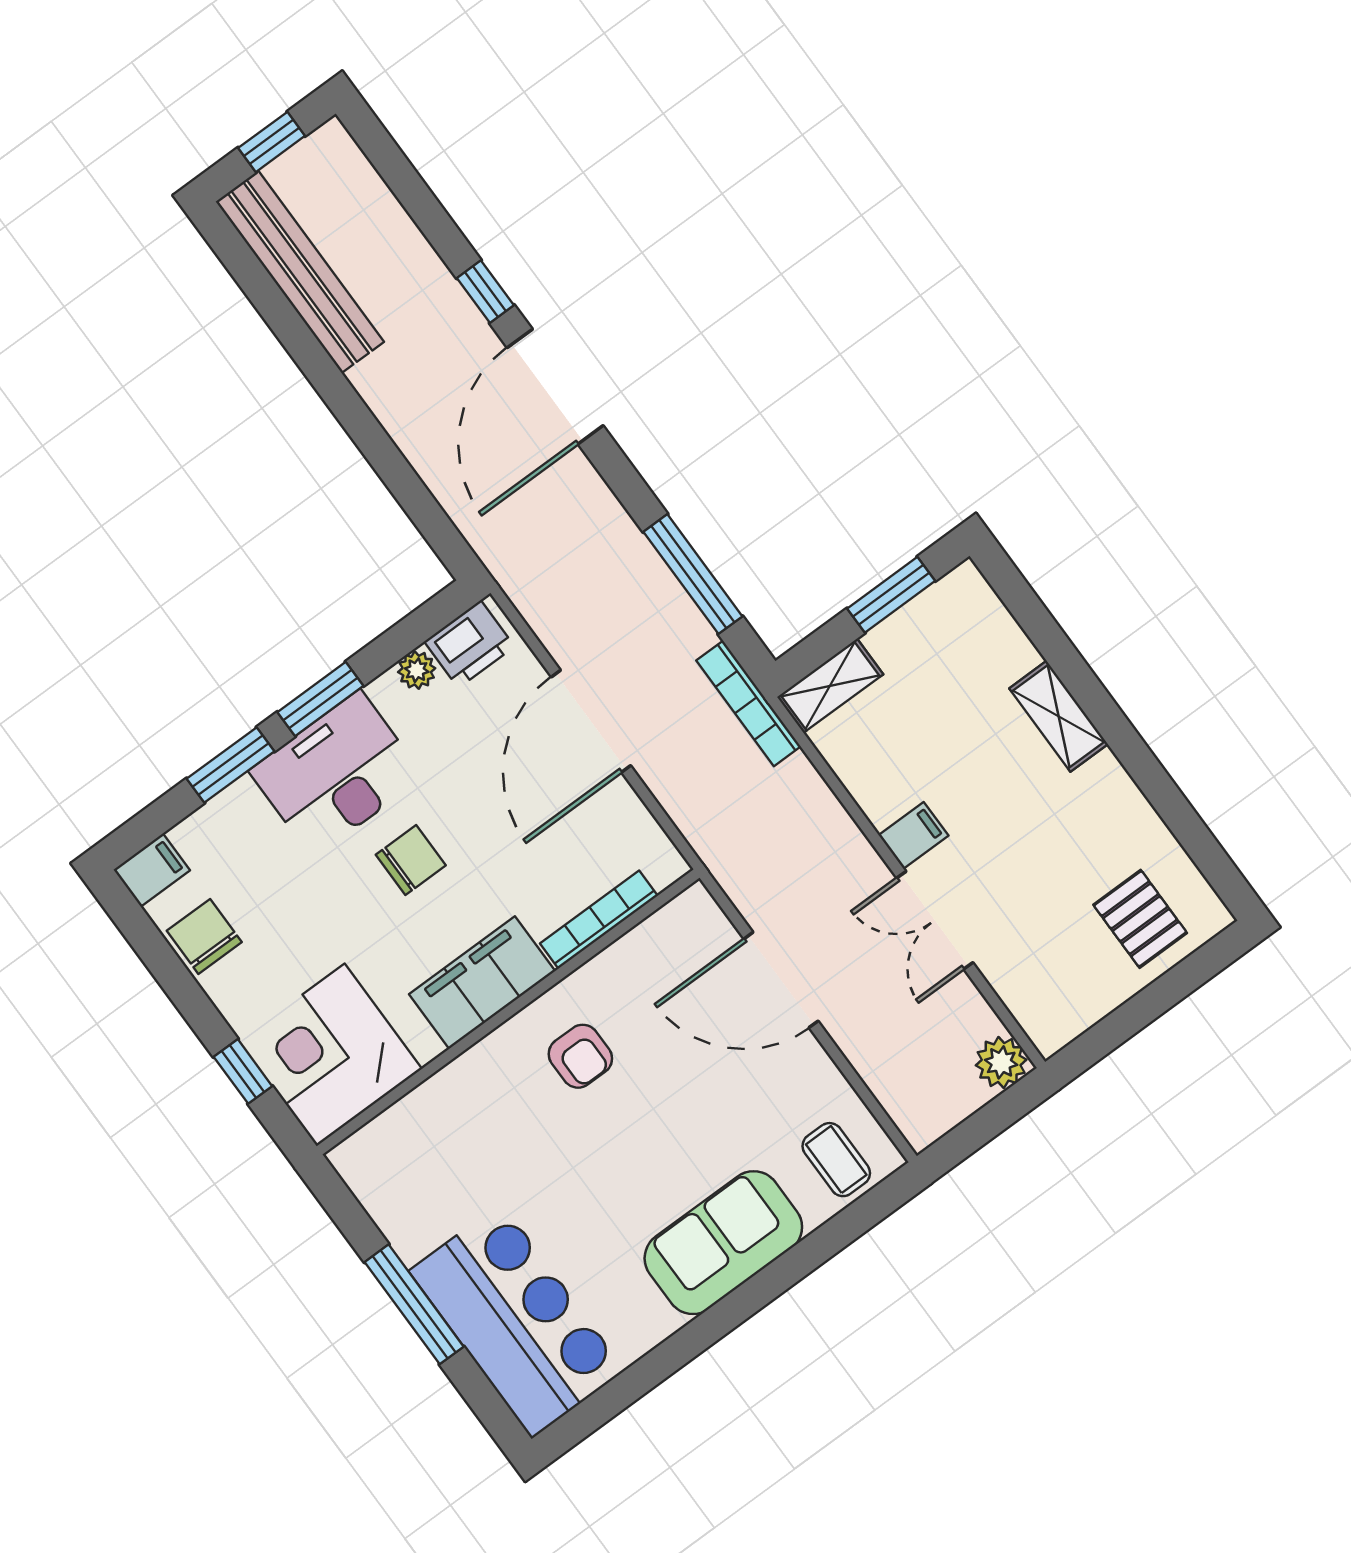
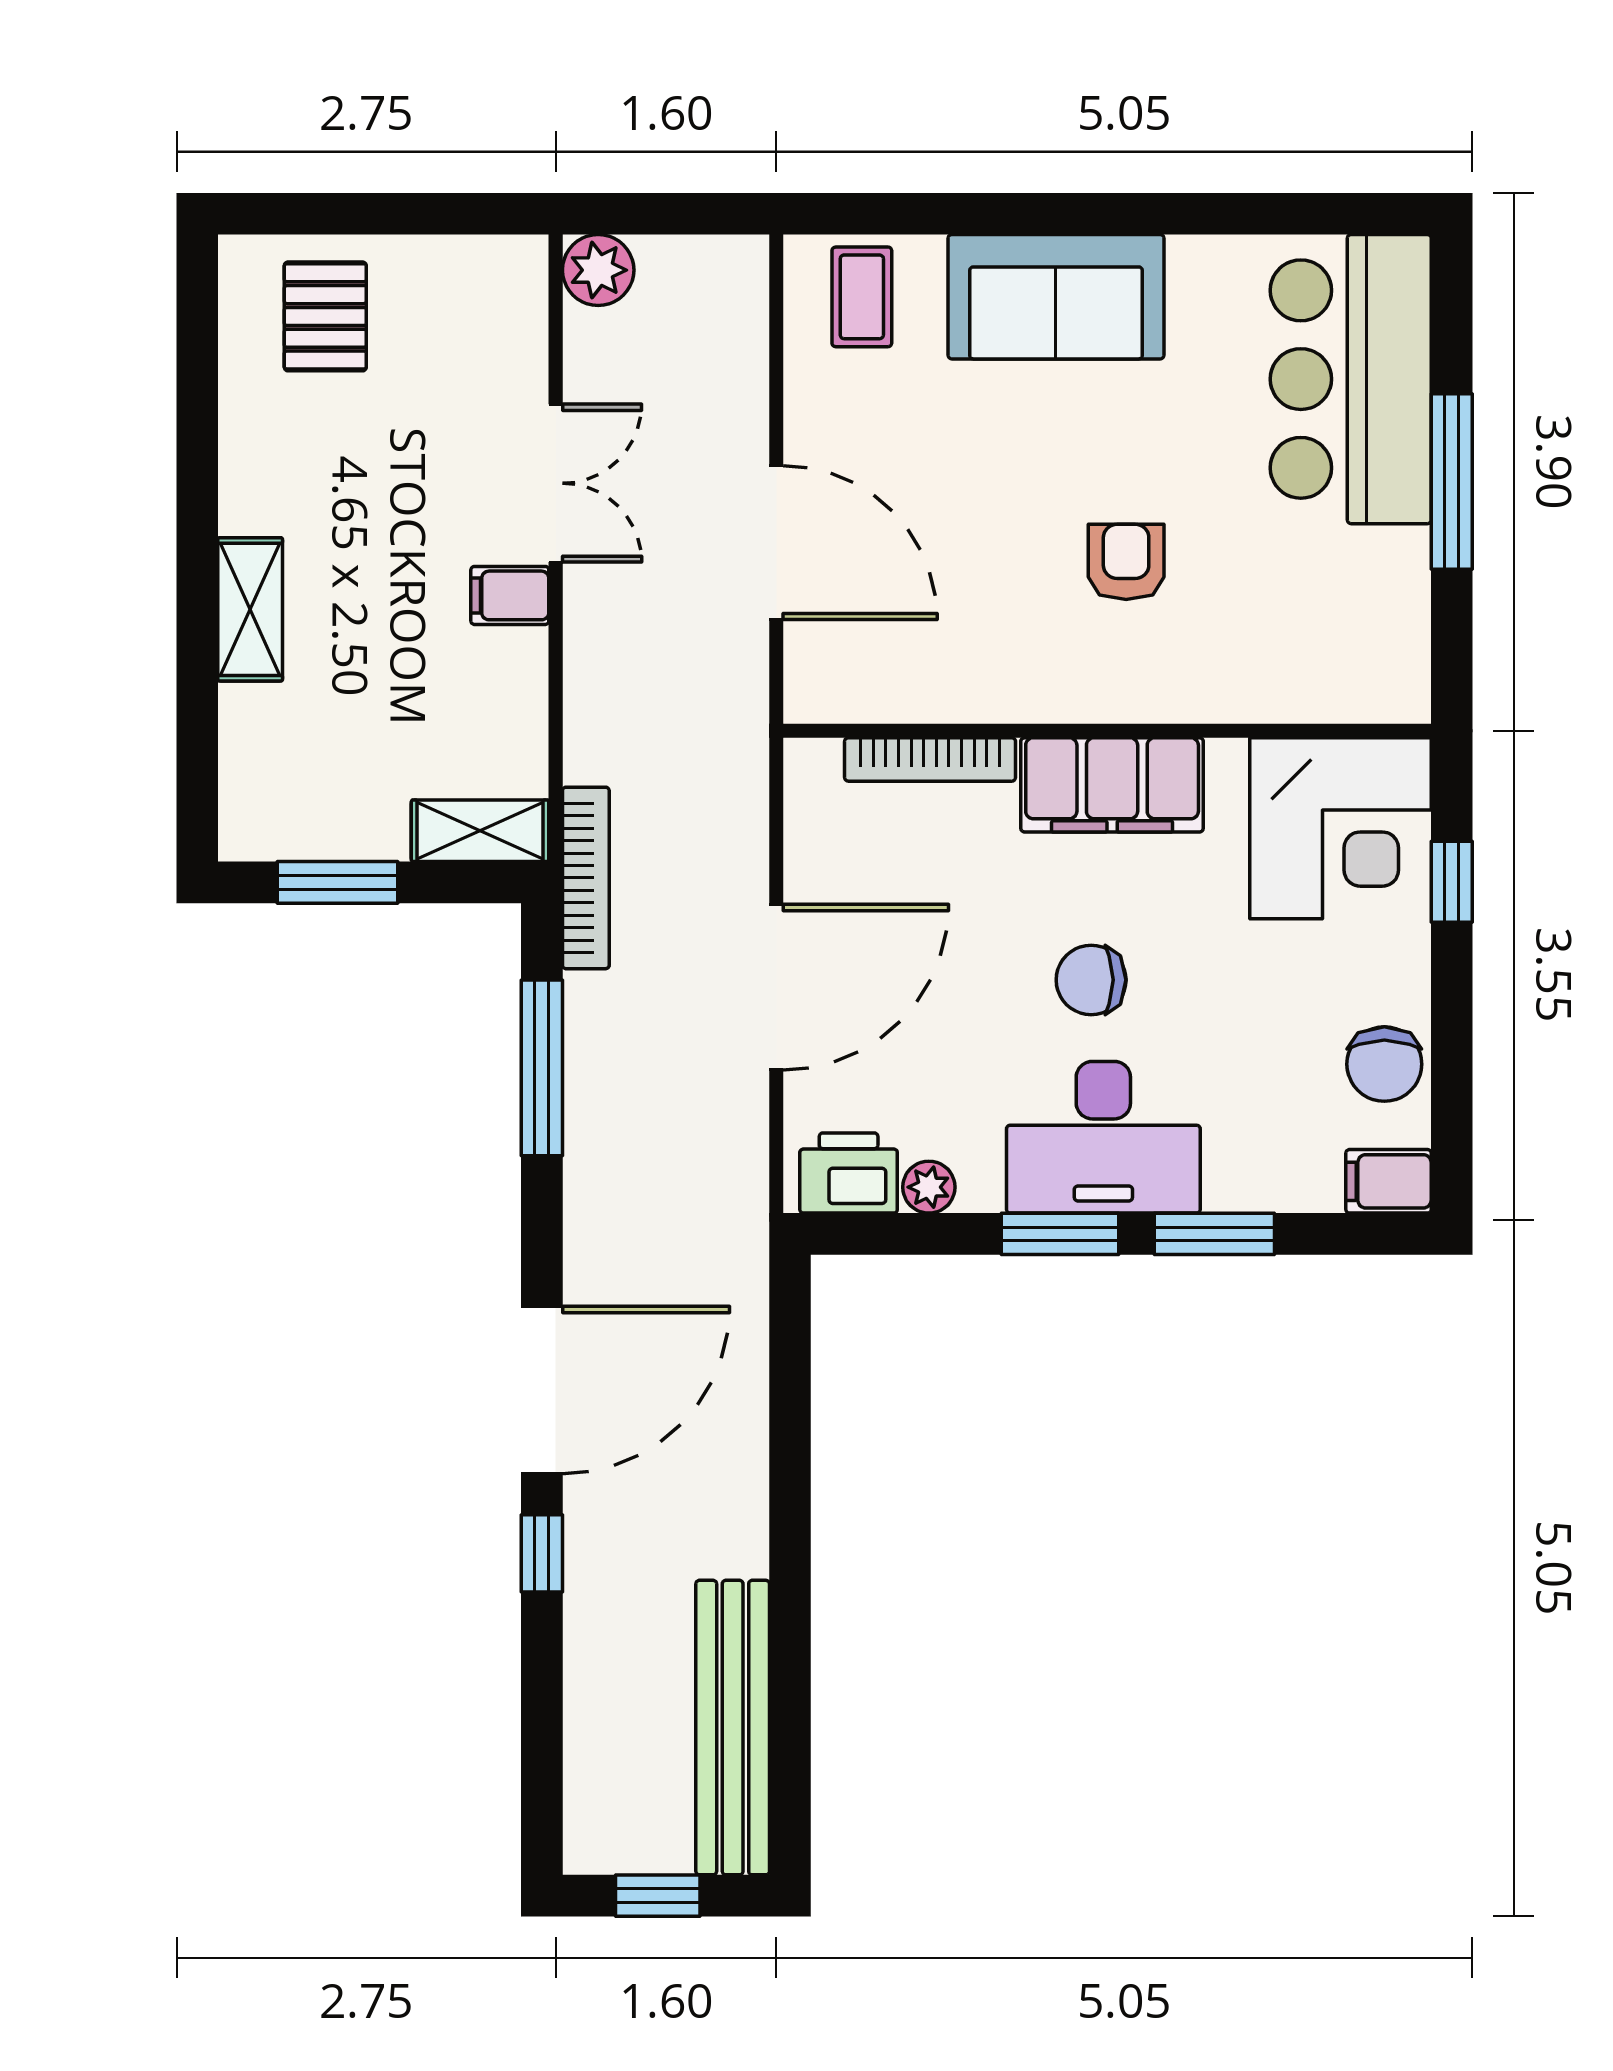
armchair: (580, 1056) -> (1126, 562), moved

